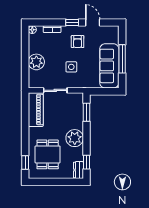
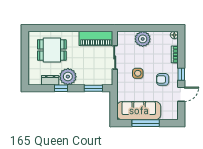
window: (25, 162) -> (44, 28), removed
window: (86, 162) -> (61, 88), moved
dresser: (78, 170) -> (50, 80), moved

